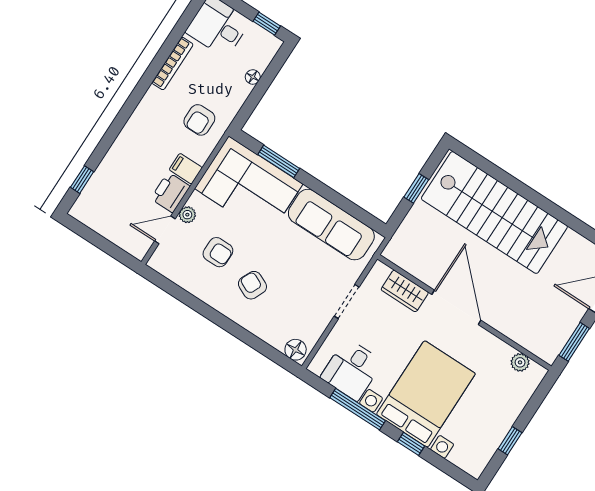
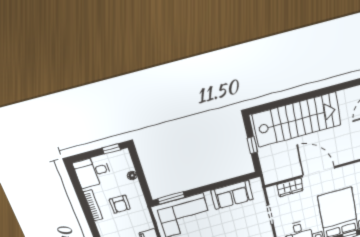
armchair: (199, 120) -> (120, 204), moved
window: (279, 161) -> (171, 198), moved
sofa: (331, 225) -> (232, 195), width x0.73

